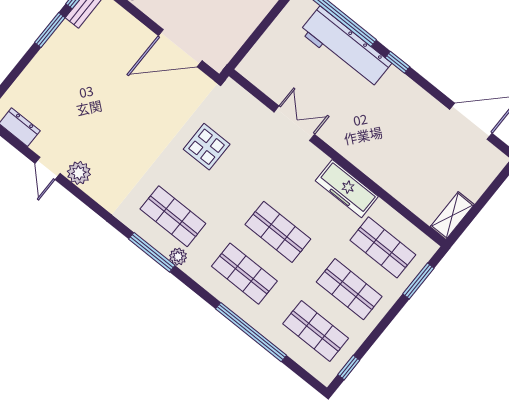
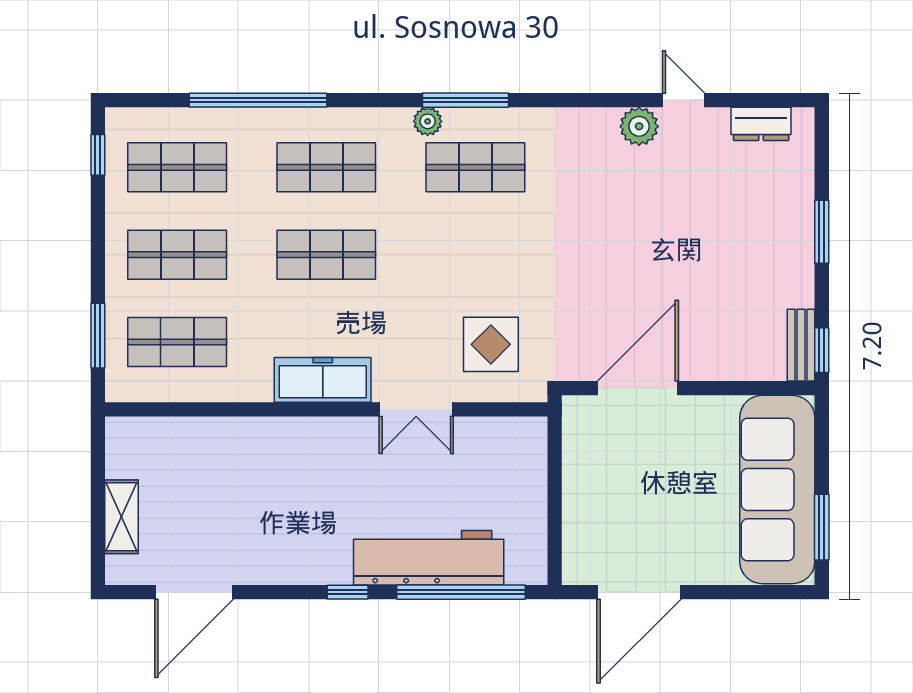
window: (50, 30) -> (822, 232), moved
display table: (207, 147) -> (491, 344), moved
freezer: (347, 189) -> (323, 380), moved
shelving: (452, 216) -> (121, 517), moved

